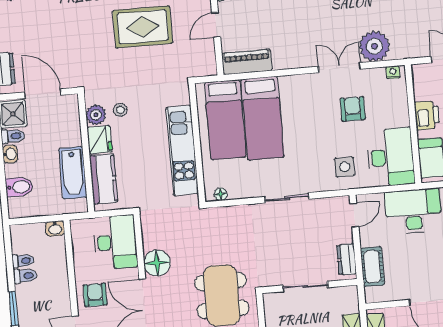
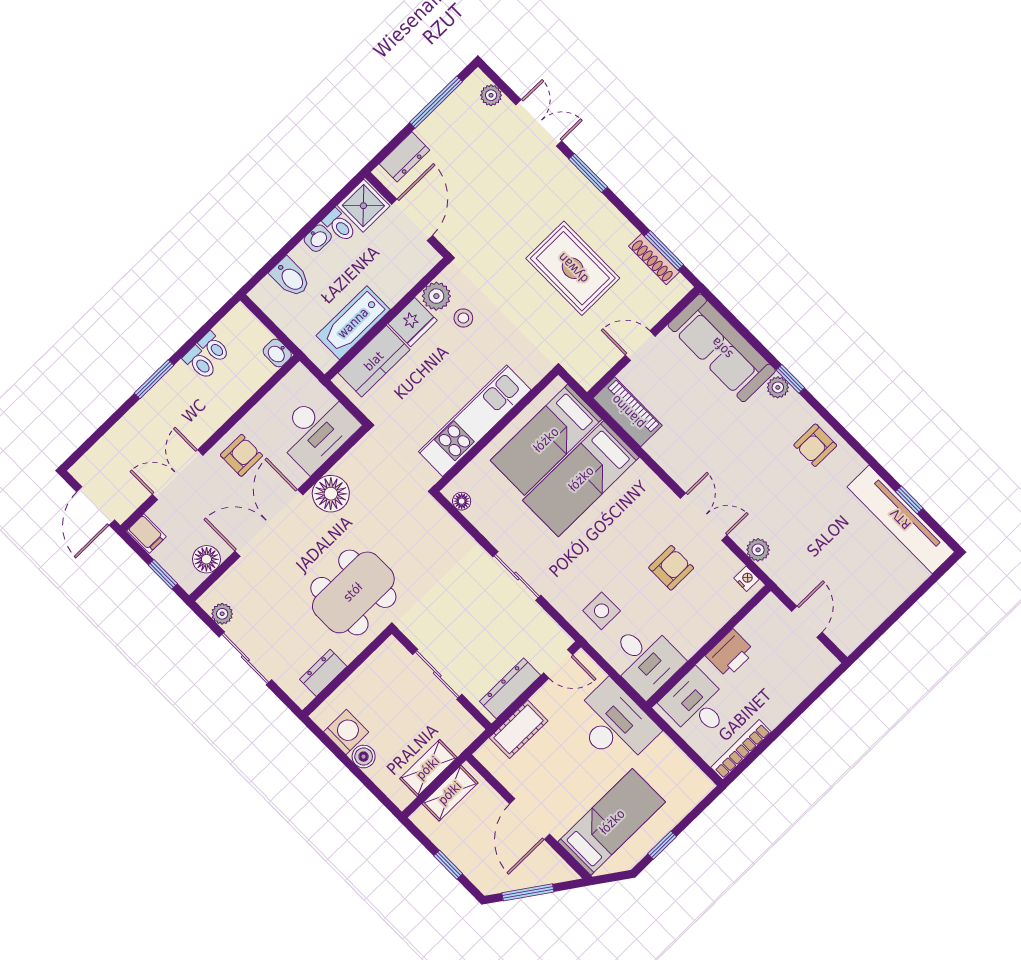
plant: (375, 46) -> (758, 550), width x0.53, depth x0.53
desk: (390, 157) -> (645, 659), width x0.73
dresser: (347, 259) -> (510, 688), width x1.44

